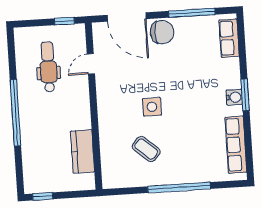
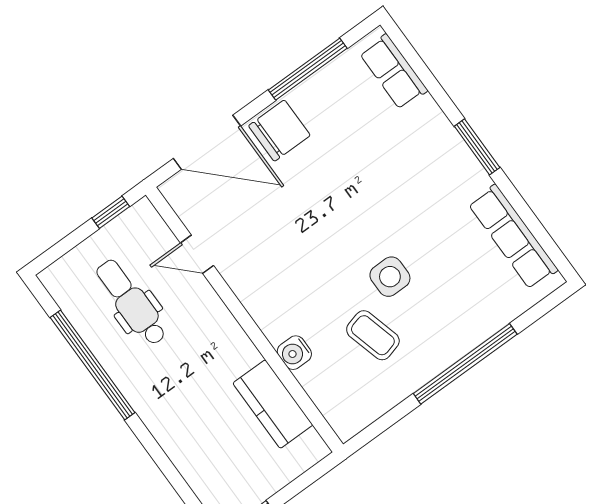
door: (91, 64) -> (197, 254), hinge flipped
water cooler: (234, 97) -> (294, 353), moved, turned 180
side table: (152, 107) -> (390, 277), moved
window: (15, 113) -> (93, 365), moved
coffee table: (146, 149) -> (373, 335), turned 34

